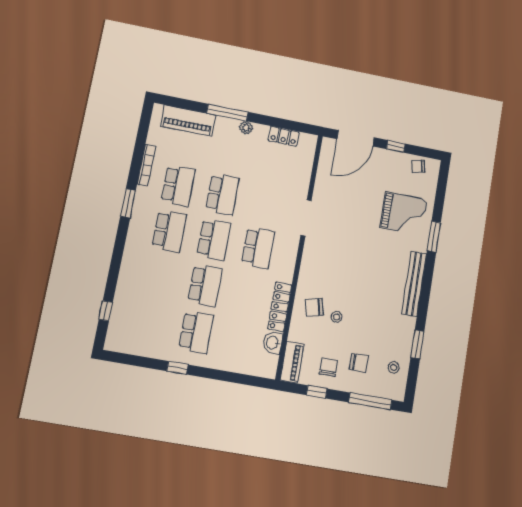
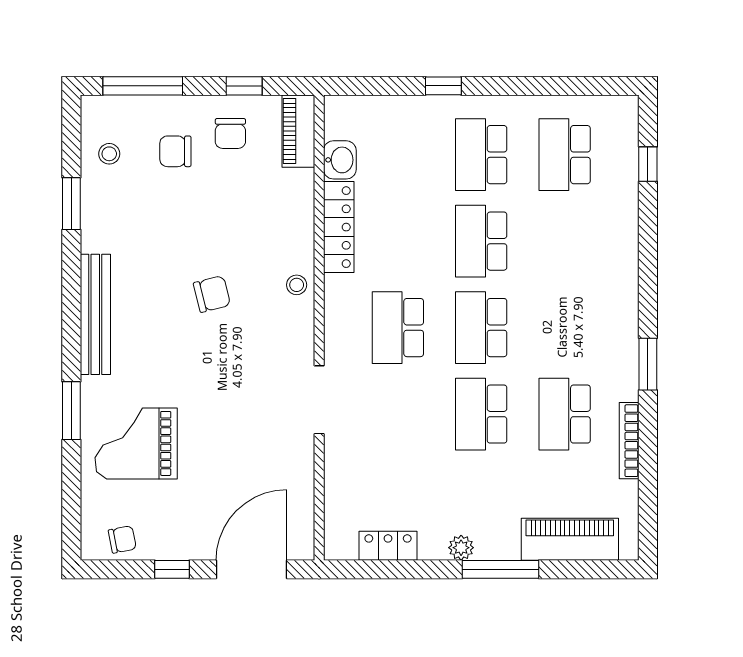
school desk: (169, 231) -> (565, 155), moved
chair: (314, 307) -> (212, 294), moved
stool: (337, 317) -> (297, 285), moved
window: (177, 368) -> (443, 86), moved

